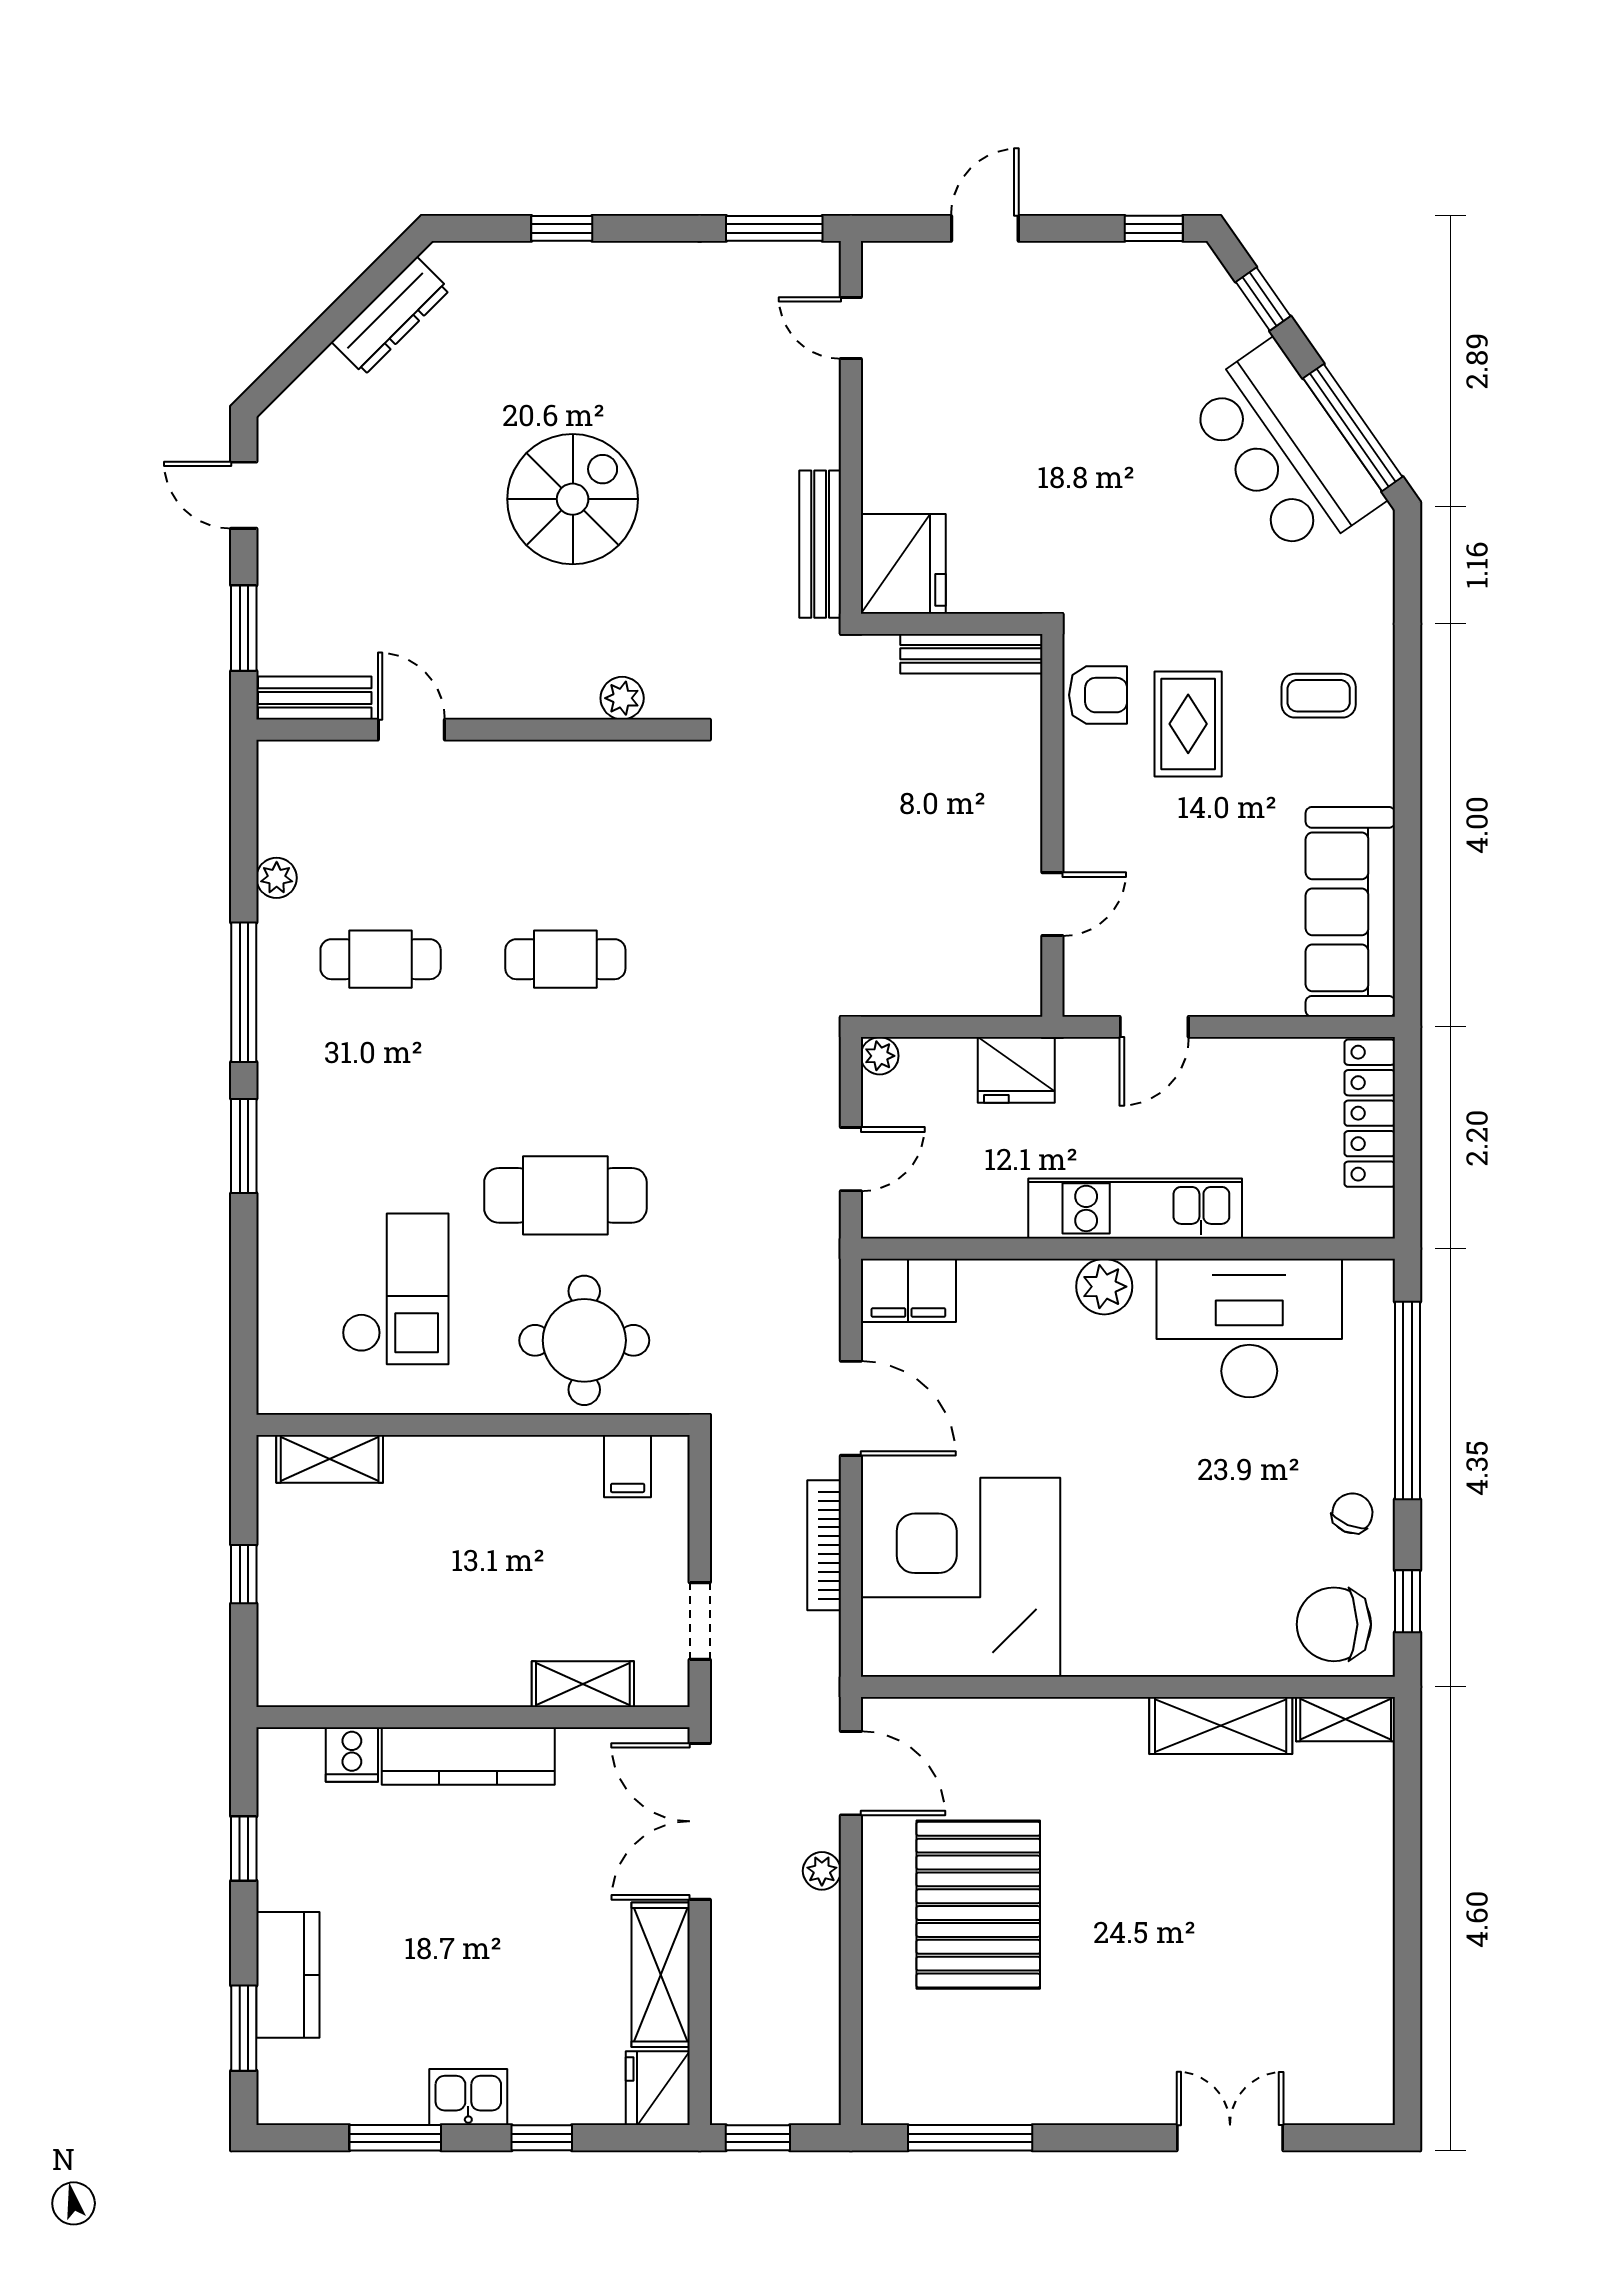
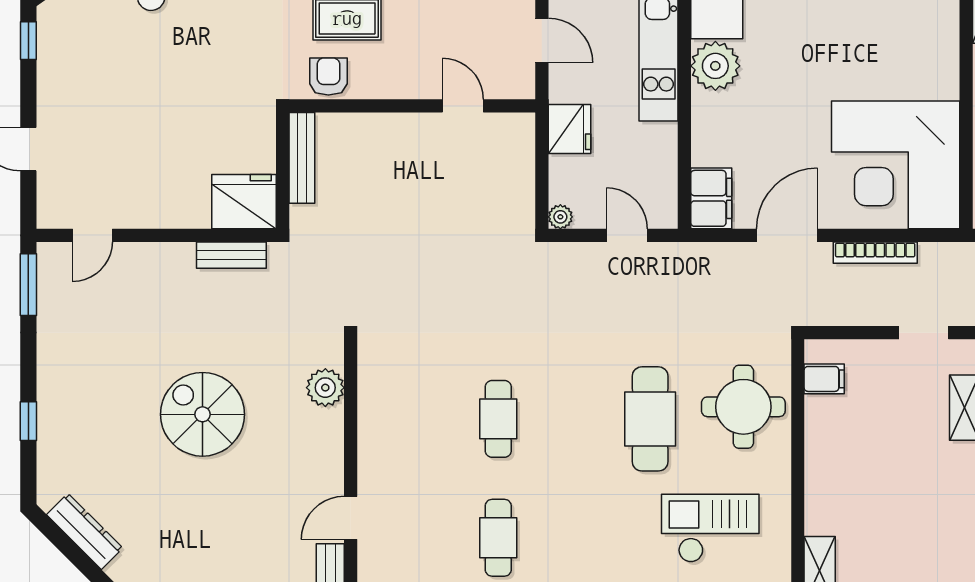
bench: (820, 544) -> (231, 255), width x0.73
plant: (622, 698) -> (325, 388), width x1.38, depth x1.38
plant: (1104, 1287) -> (715, 66), width x1.36, depth x1.36

